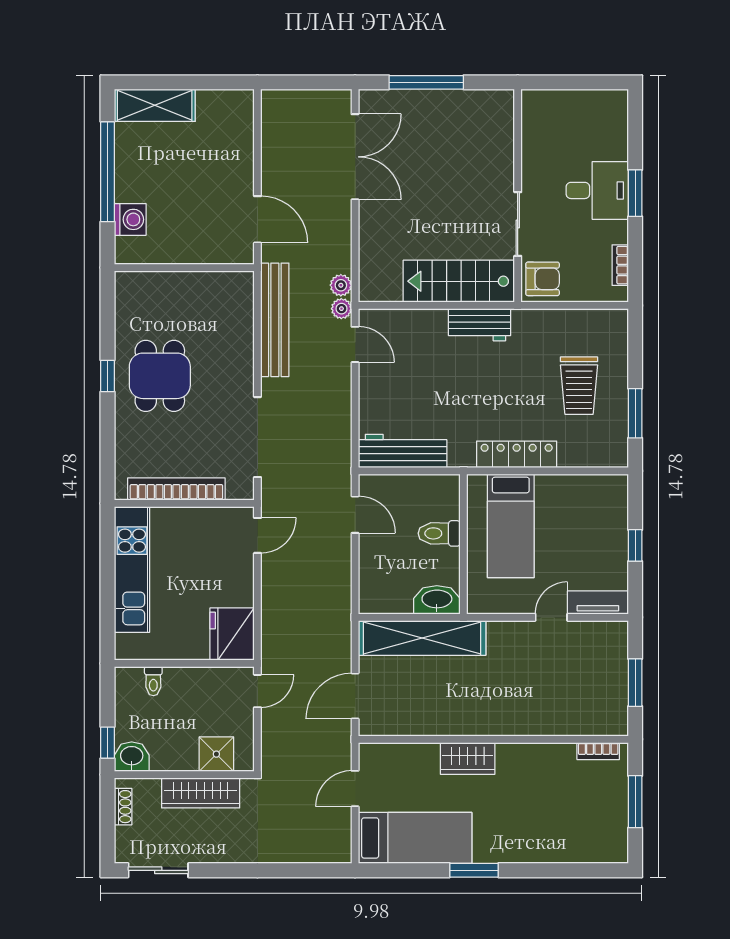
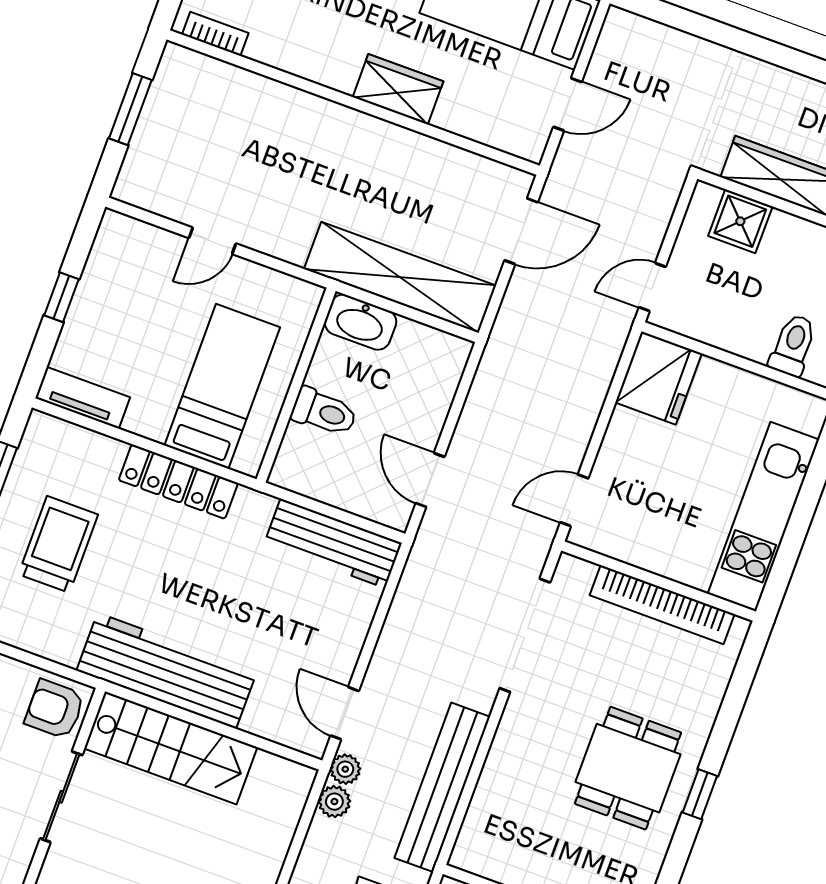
workbench: (480, 325) -> (167, 671), width x1.88, depth x1.32
tv unit: (598, 602) -> (83, 398), moved, turned 180
toilet: (153, 681) -> (793, 345), width x1.37, depth x1.39

